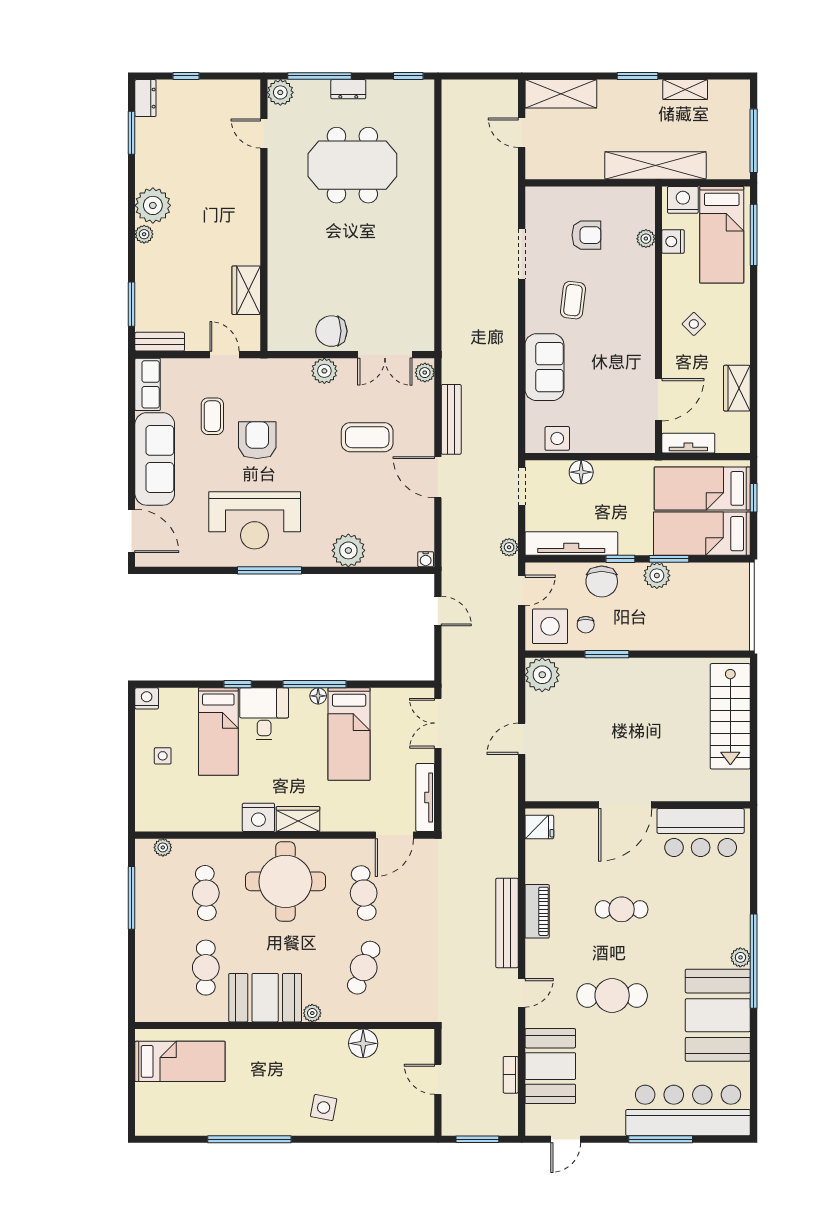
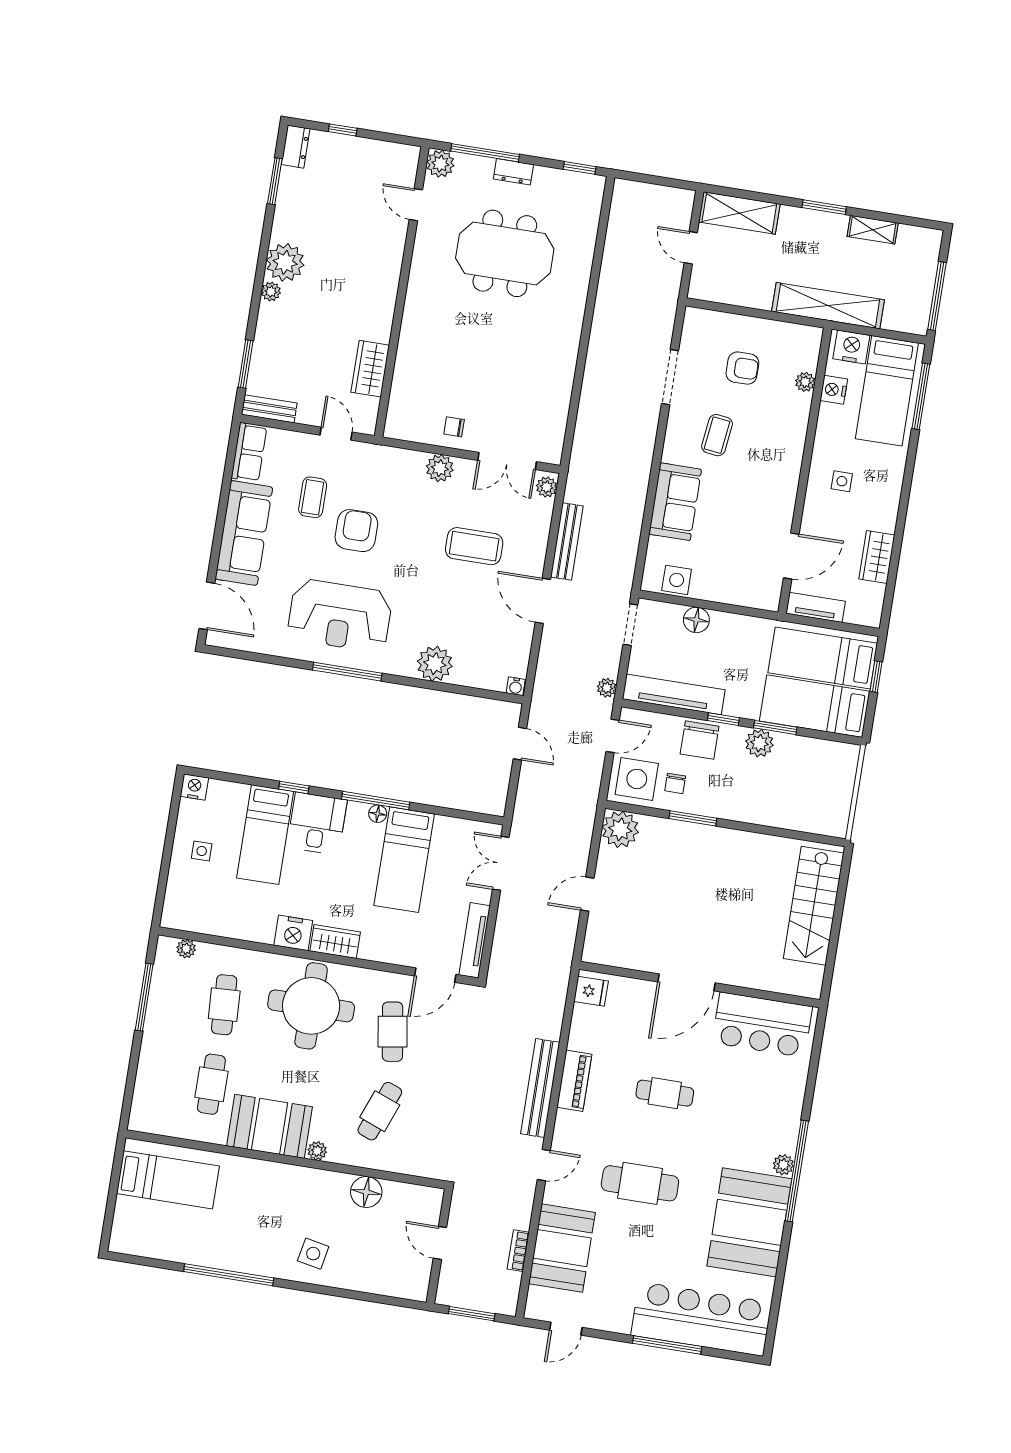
side table: (694, 324) -> (842, 481), turned 45
chair: (331, 331) -> (454, 427), width x0.54, depth x0.54

